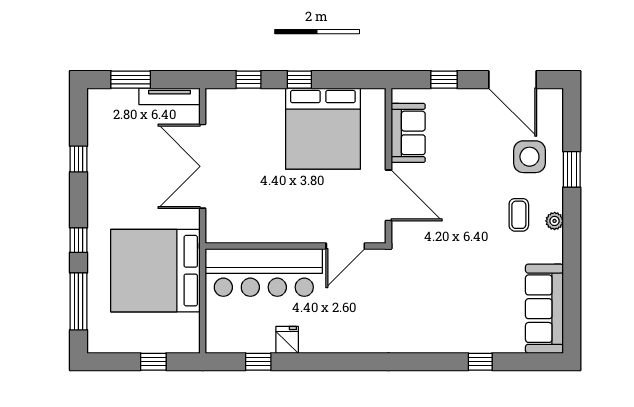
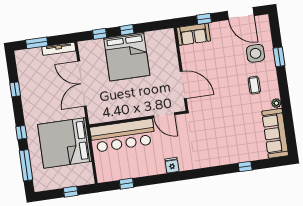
bed: (323, 129) -> (127, 57), moved
sofa: (408, 133) -> (193, 34), moved, turned 90
plant: (555, 221) -> (276, 103), moved
door: (345, 246) -> (164, 115), hinge flipped
fridge: (287, 340) -> (172, 165), moved

